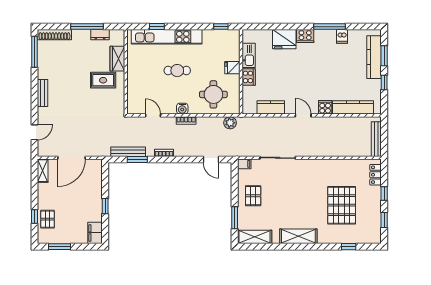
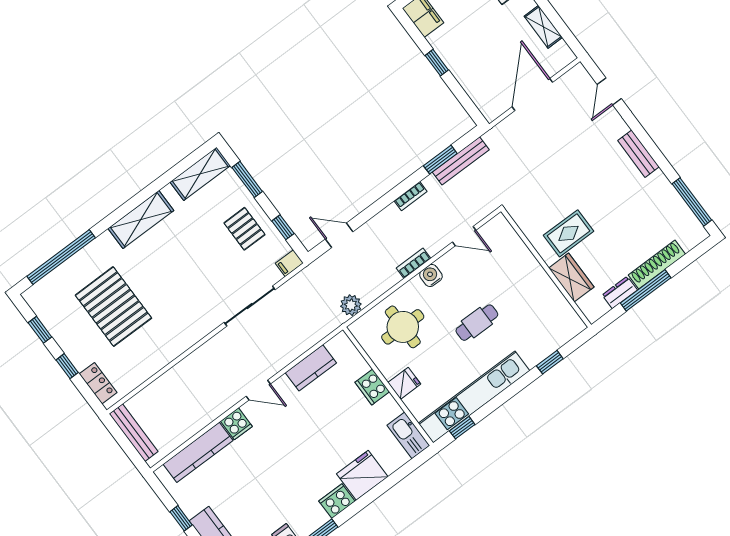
shoe rack: (54, 35) -> (657, 265), moved
kitchen unit: (167, 37) -> (474, 397), moved
kitchen sink: (249, 55) -> (408, 435), moved
shelving: (43, 171) -> (543, 27), moved
window: (235, 183) -> (283, 227), added
window: (349, 247) -> (61, 257), width x3.17

